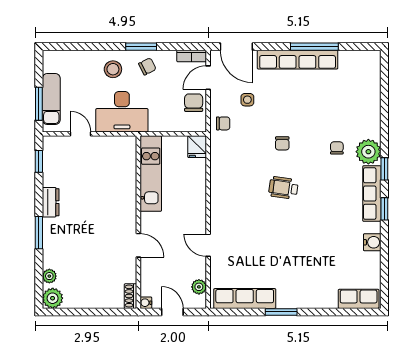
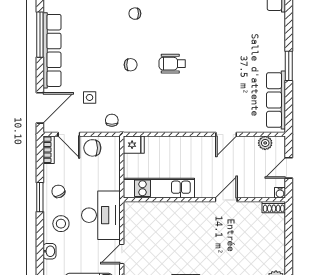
washbasin: (83, 57) -> (49, 251), added
wheelchair: (283, 188) -> (172, 64), turned 82

